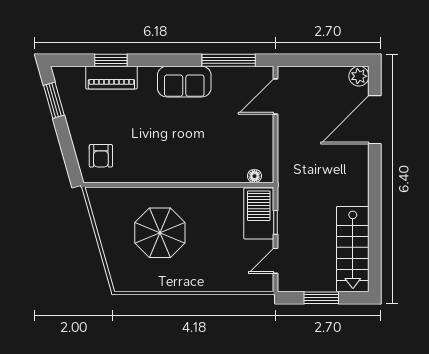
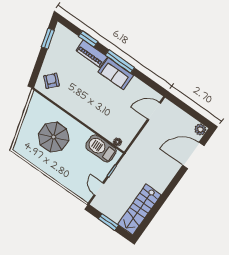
window: (229, 60) -> (120, 61), moved
piano: (111, 78) -> (92, 54), moved
armchair: (101, 156) -> (51, 81), turned 133
barbecue: (259, 213) -> (101, 148), moved, turned -90
door: (275, 261) -> (99, 189), hinge flipped

